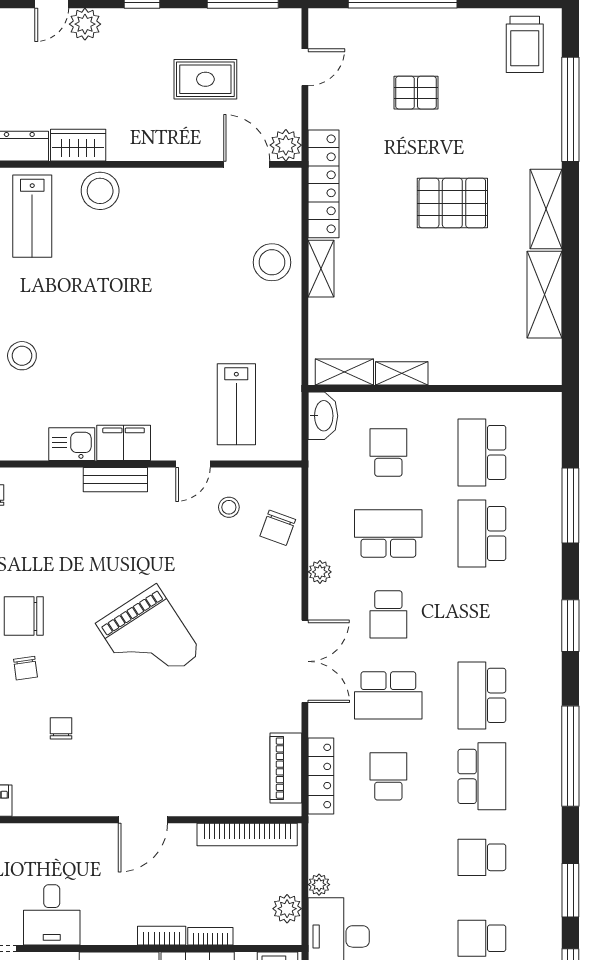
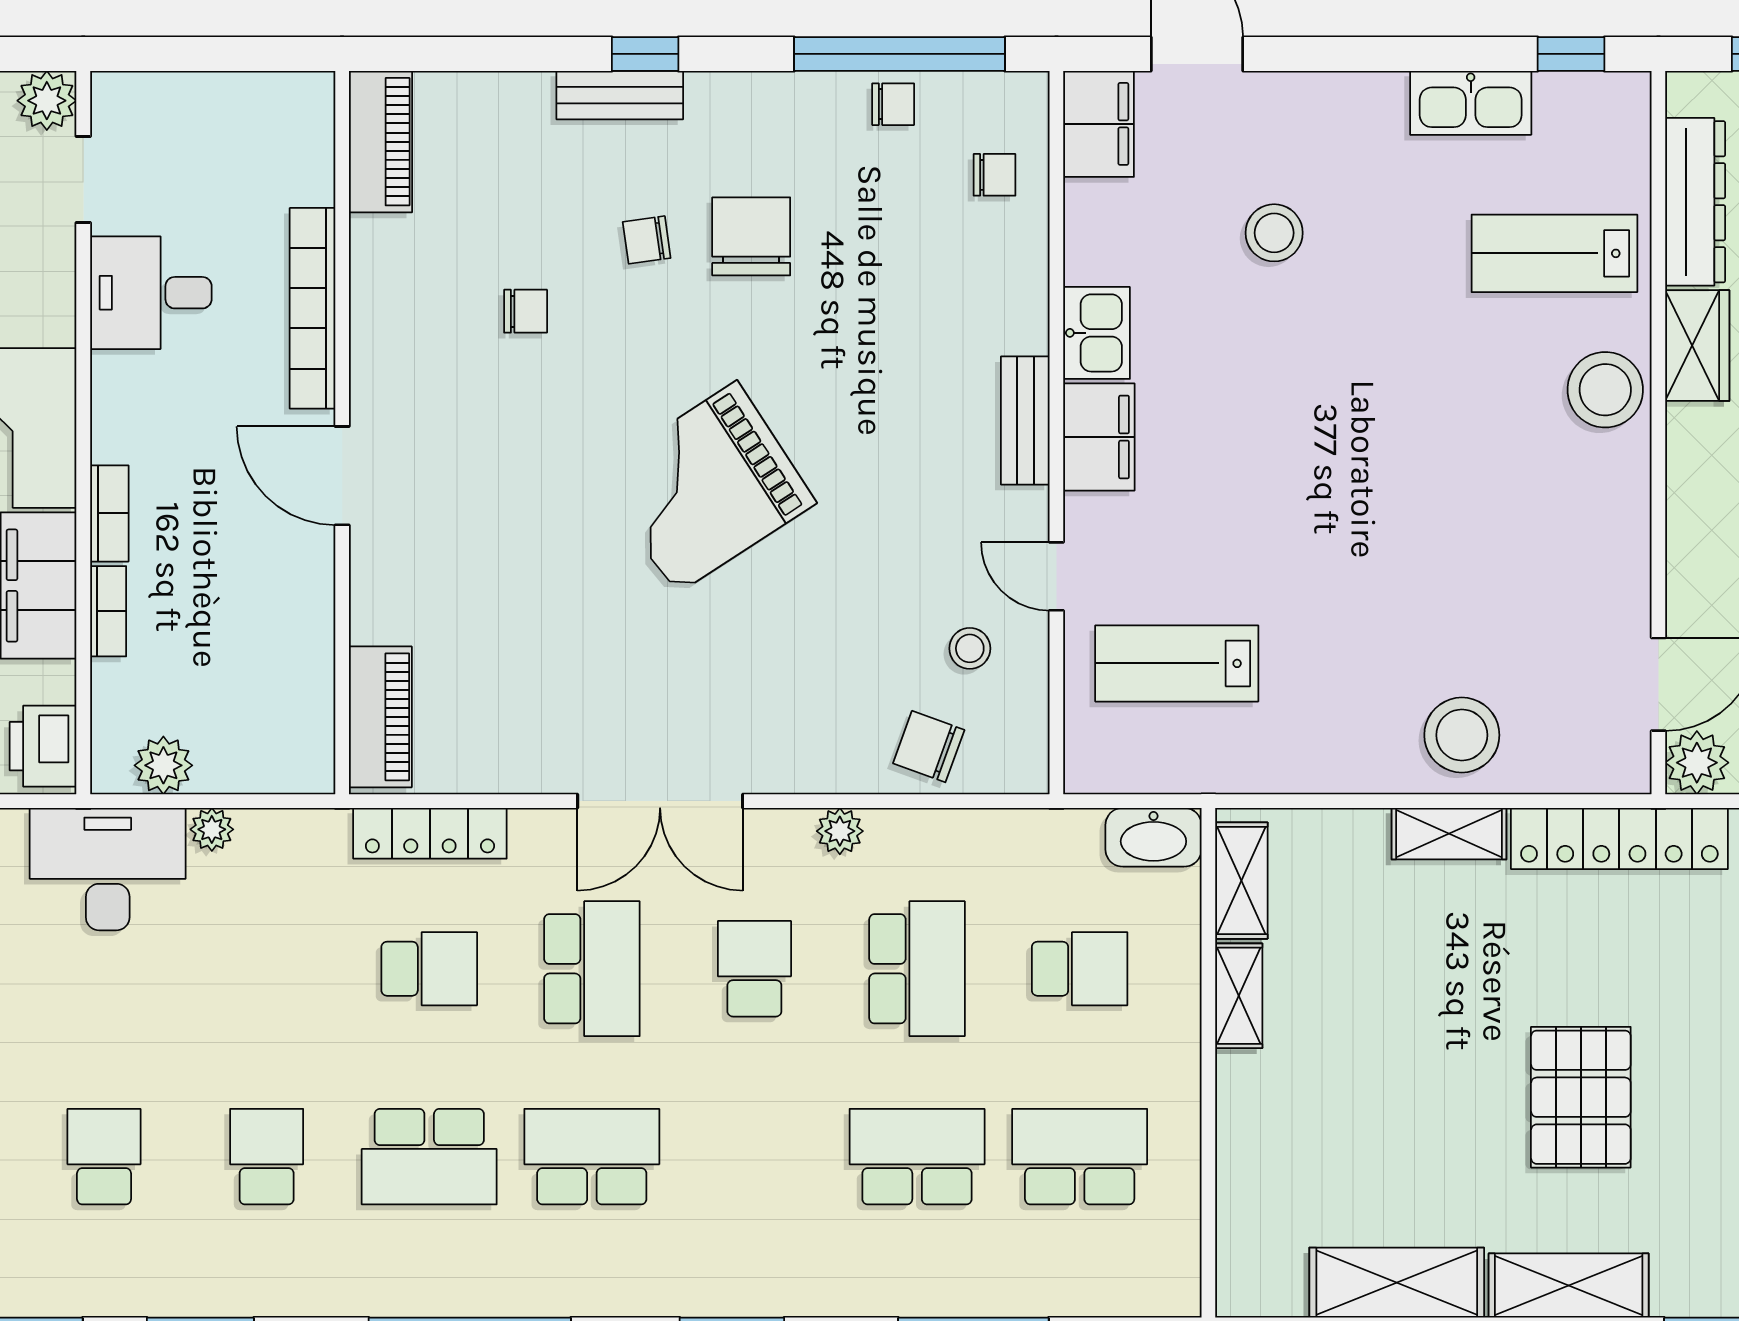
school desk: (388, 614) -> (754, 969), turned 90
school desk: (388, 695) -> (592, 969), turned 180
piano: (286, 768) -> (380, 717), moved, turned 90
bookcase: (247, 834) -> (313, 308), moved

